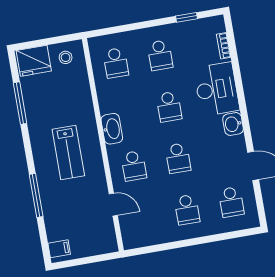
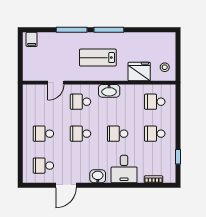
fridge: (34, 61) -> (139, 71), moved, turned 90
desk: (217, 89) -> (124, 169), width x0.73
window: (20, 103) -> (109, 30), moved

